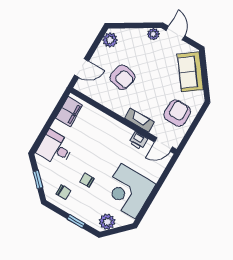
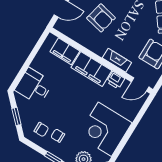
filing cabinet: (69, 112) -> (65, 51), moved, turned 90
filing cabinet: (114, 130) -> (91, 69), added
chair: (87, 180) -> (58, 136), moved

